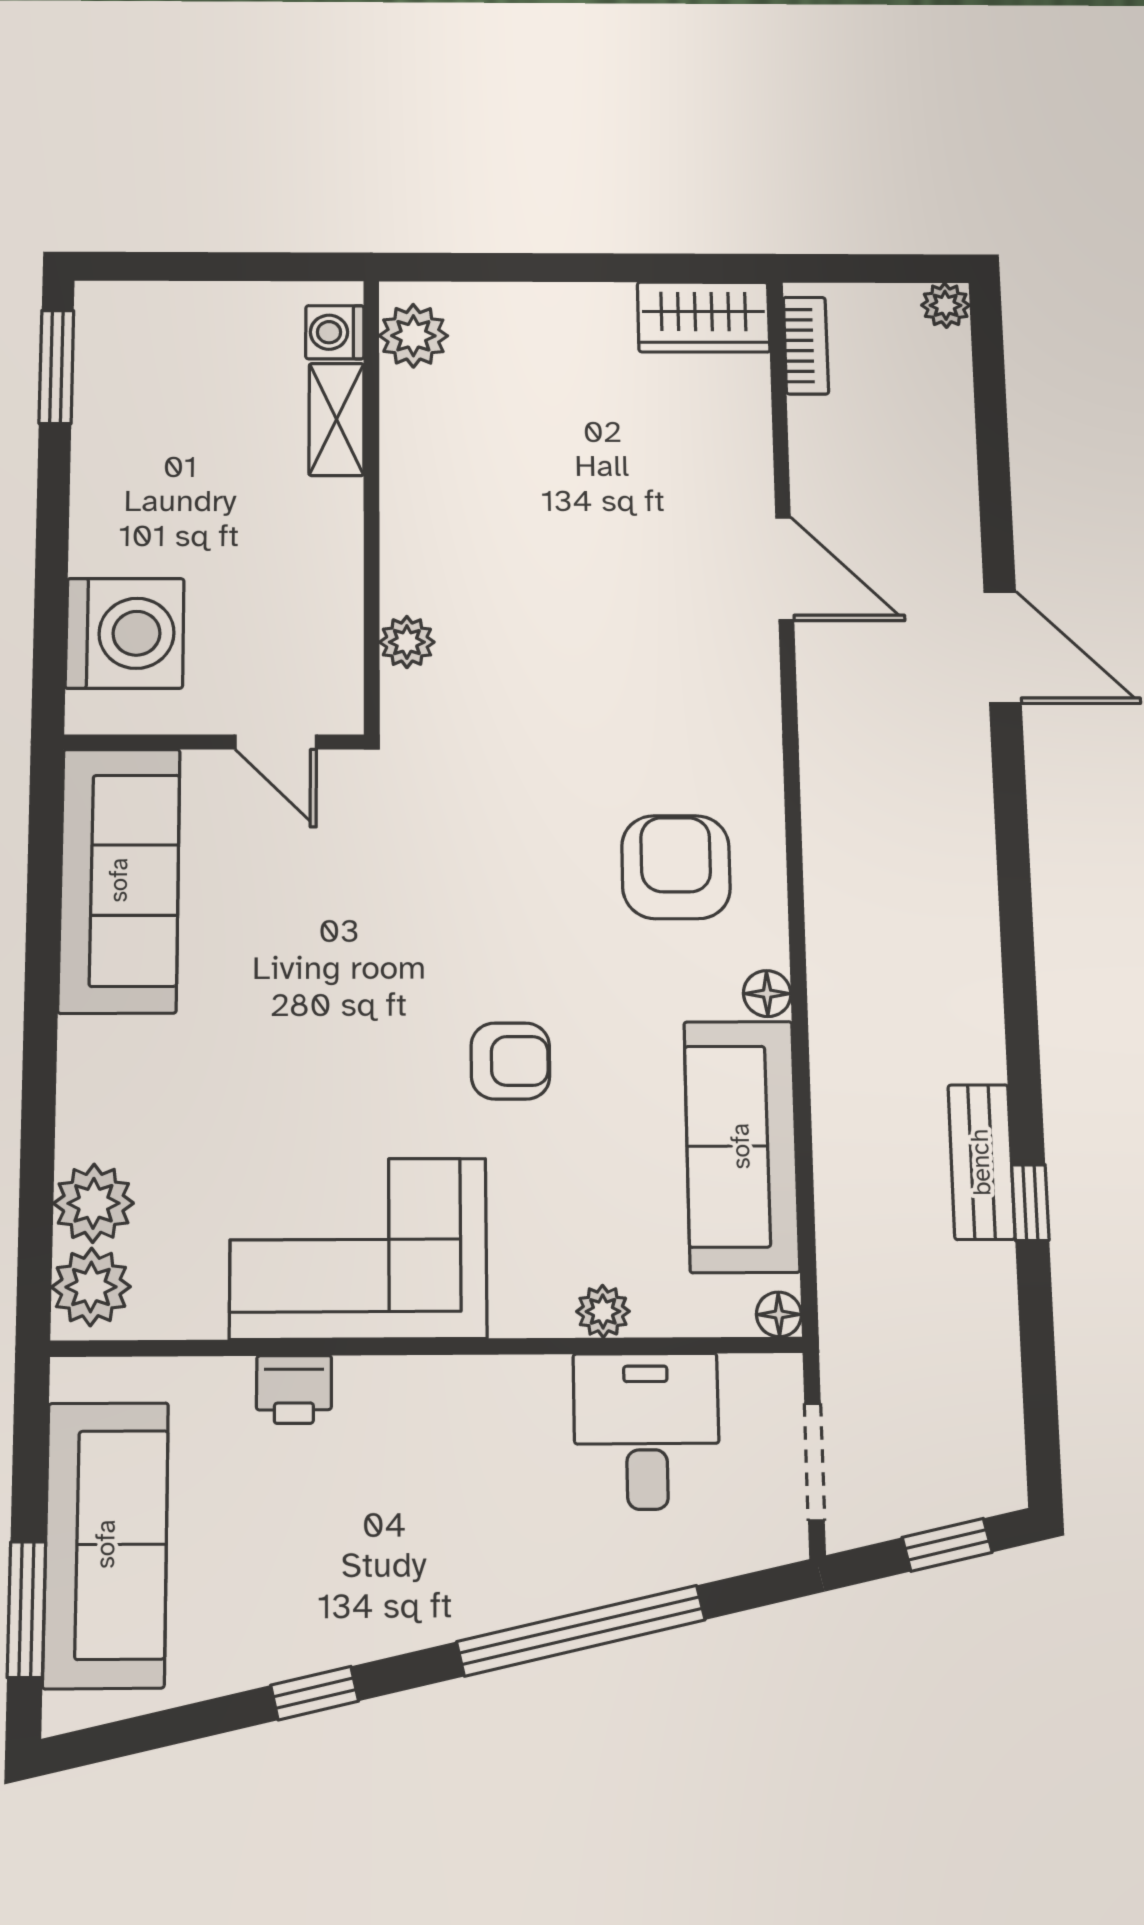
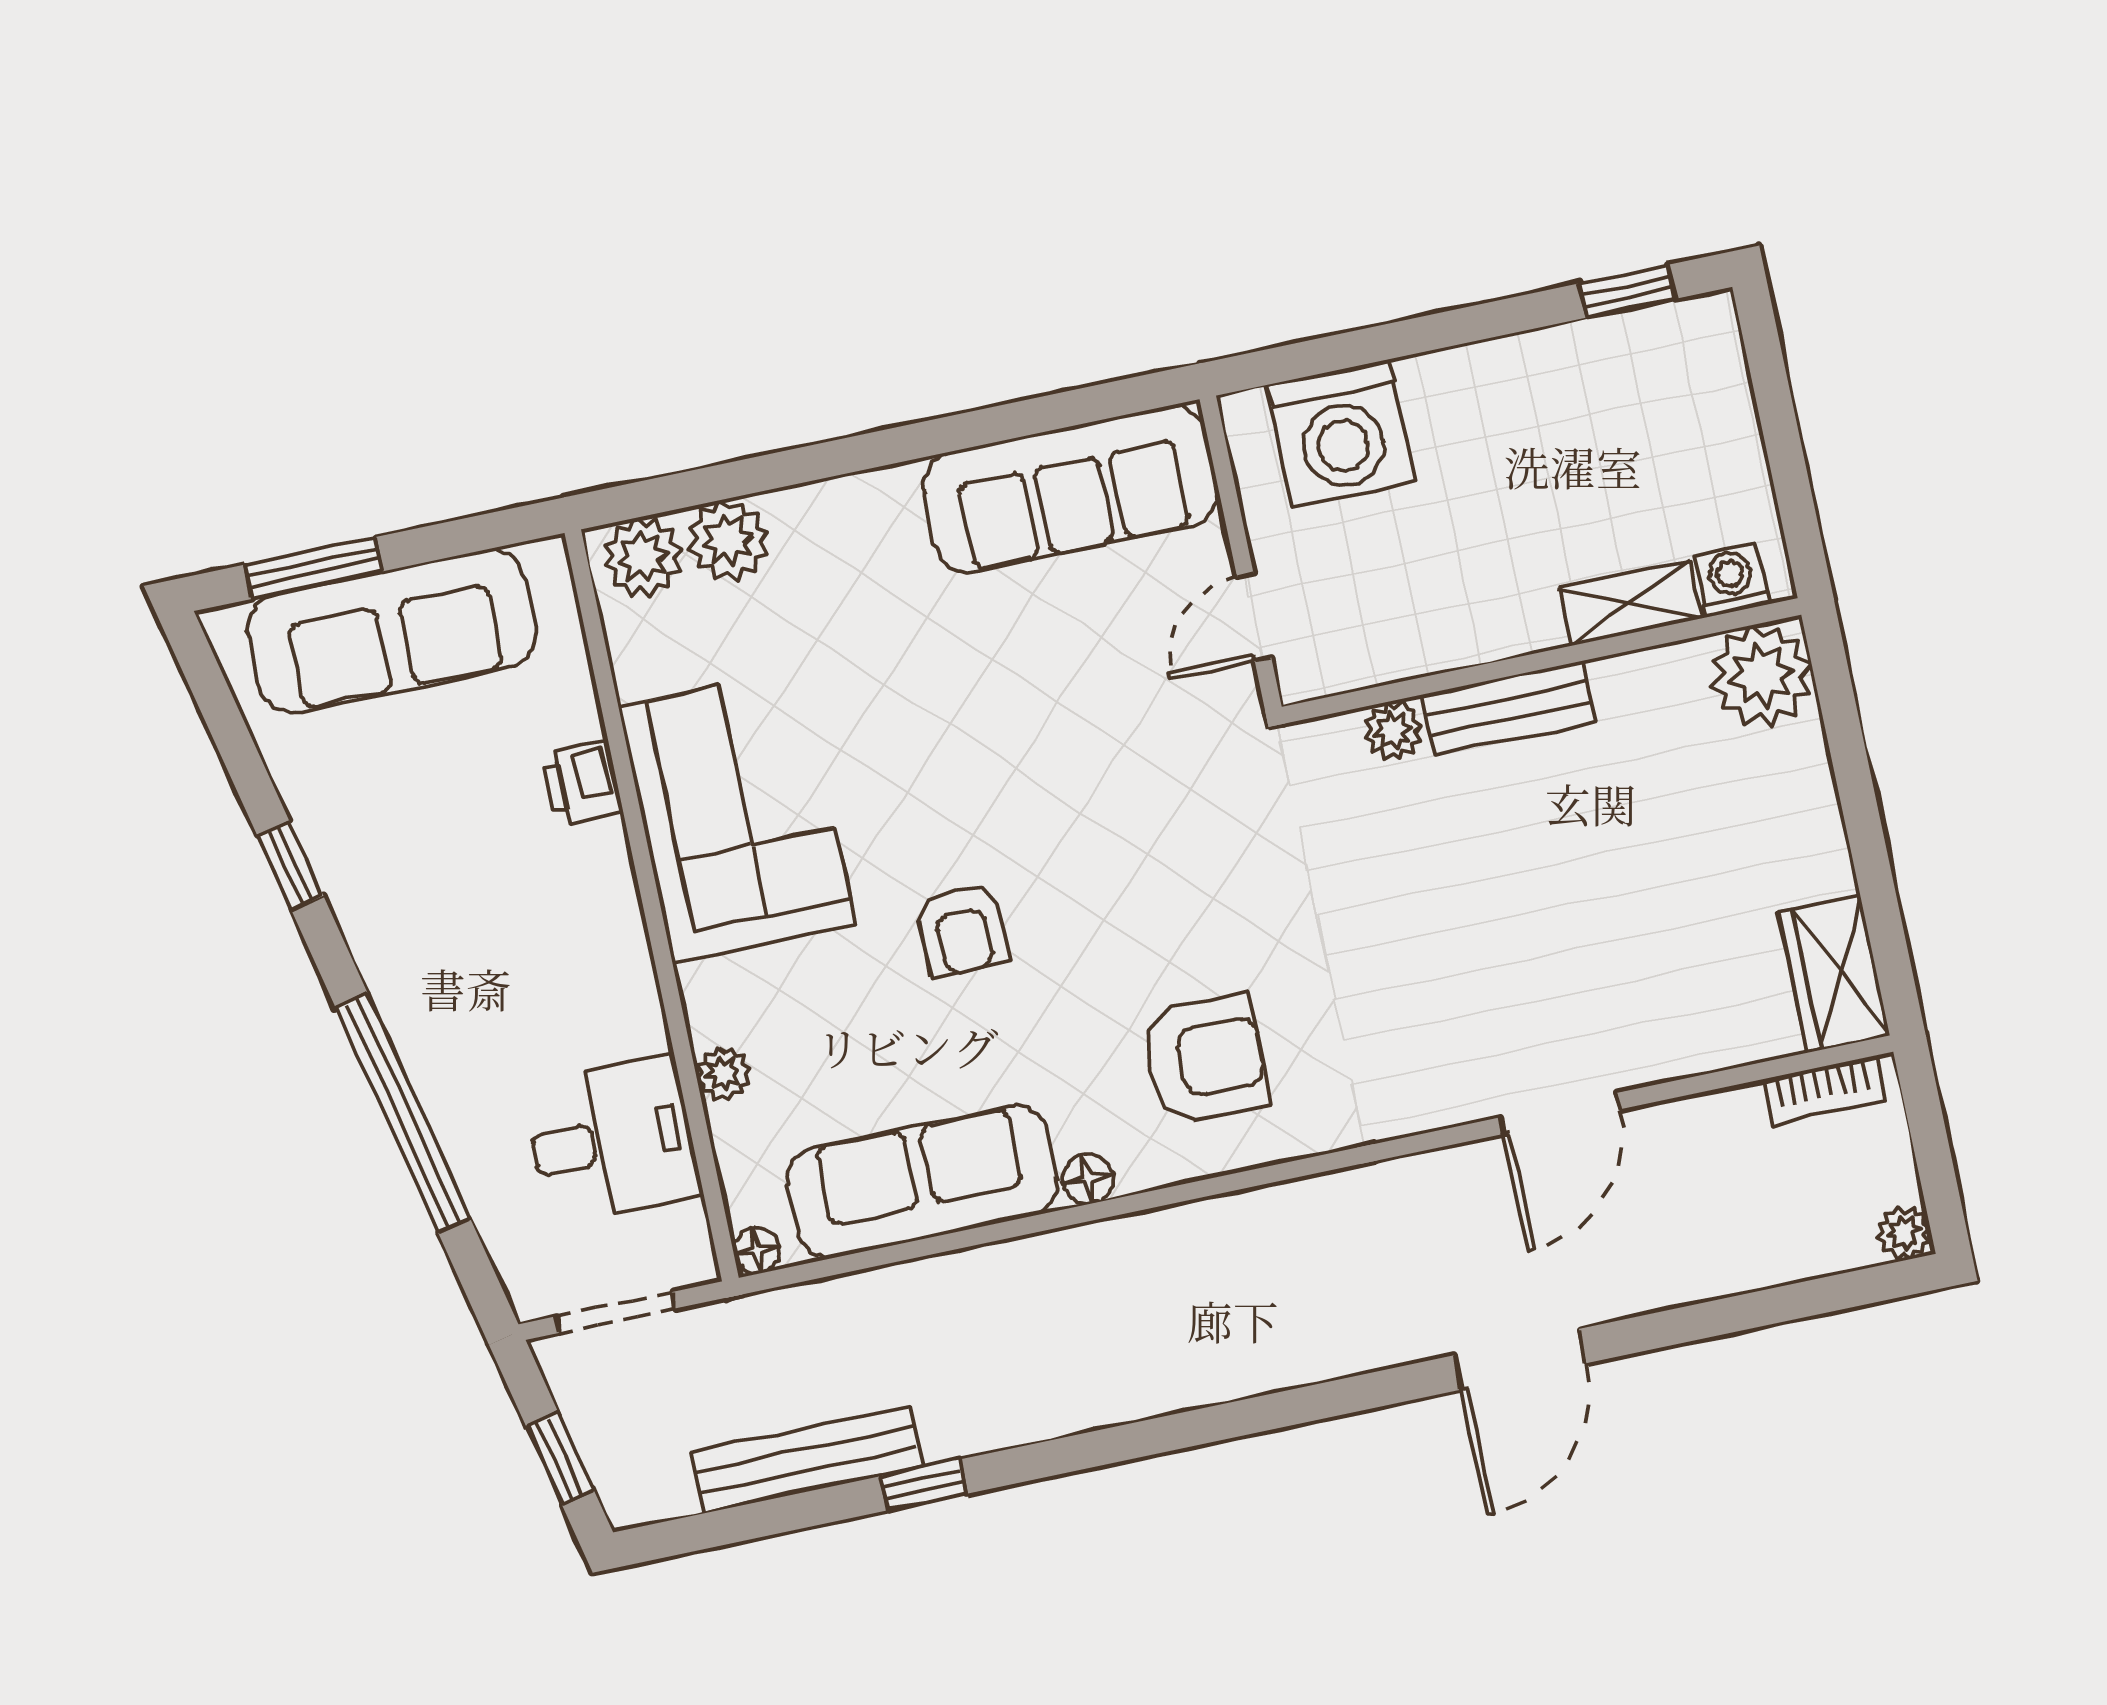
plant: (413, 336) -> (1762, 676), width x1.36, depth x1.36
window: (56, 367) -> (1628, 291), width x0.67
bench: (408, 540) -> (1508, 708), added
bench: (981, 1162) -> (807, 1460), moved, width x1.36

